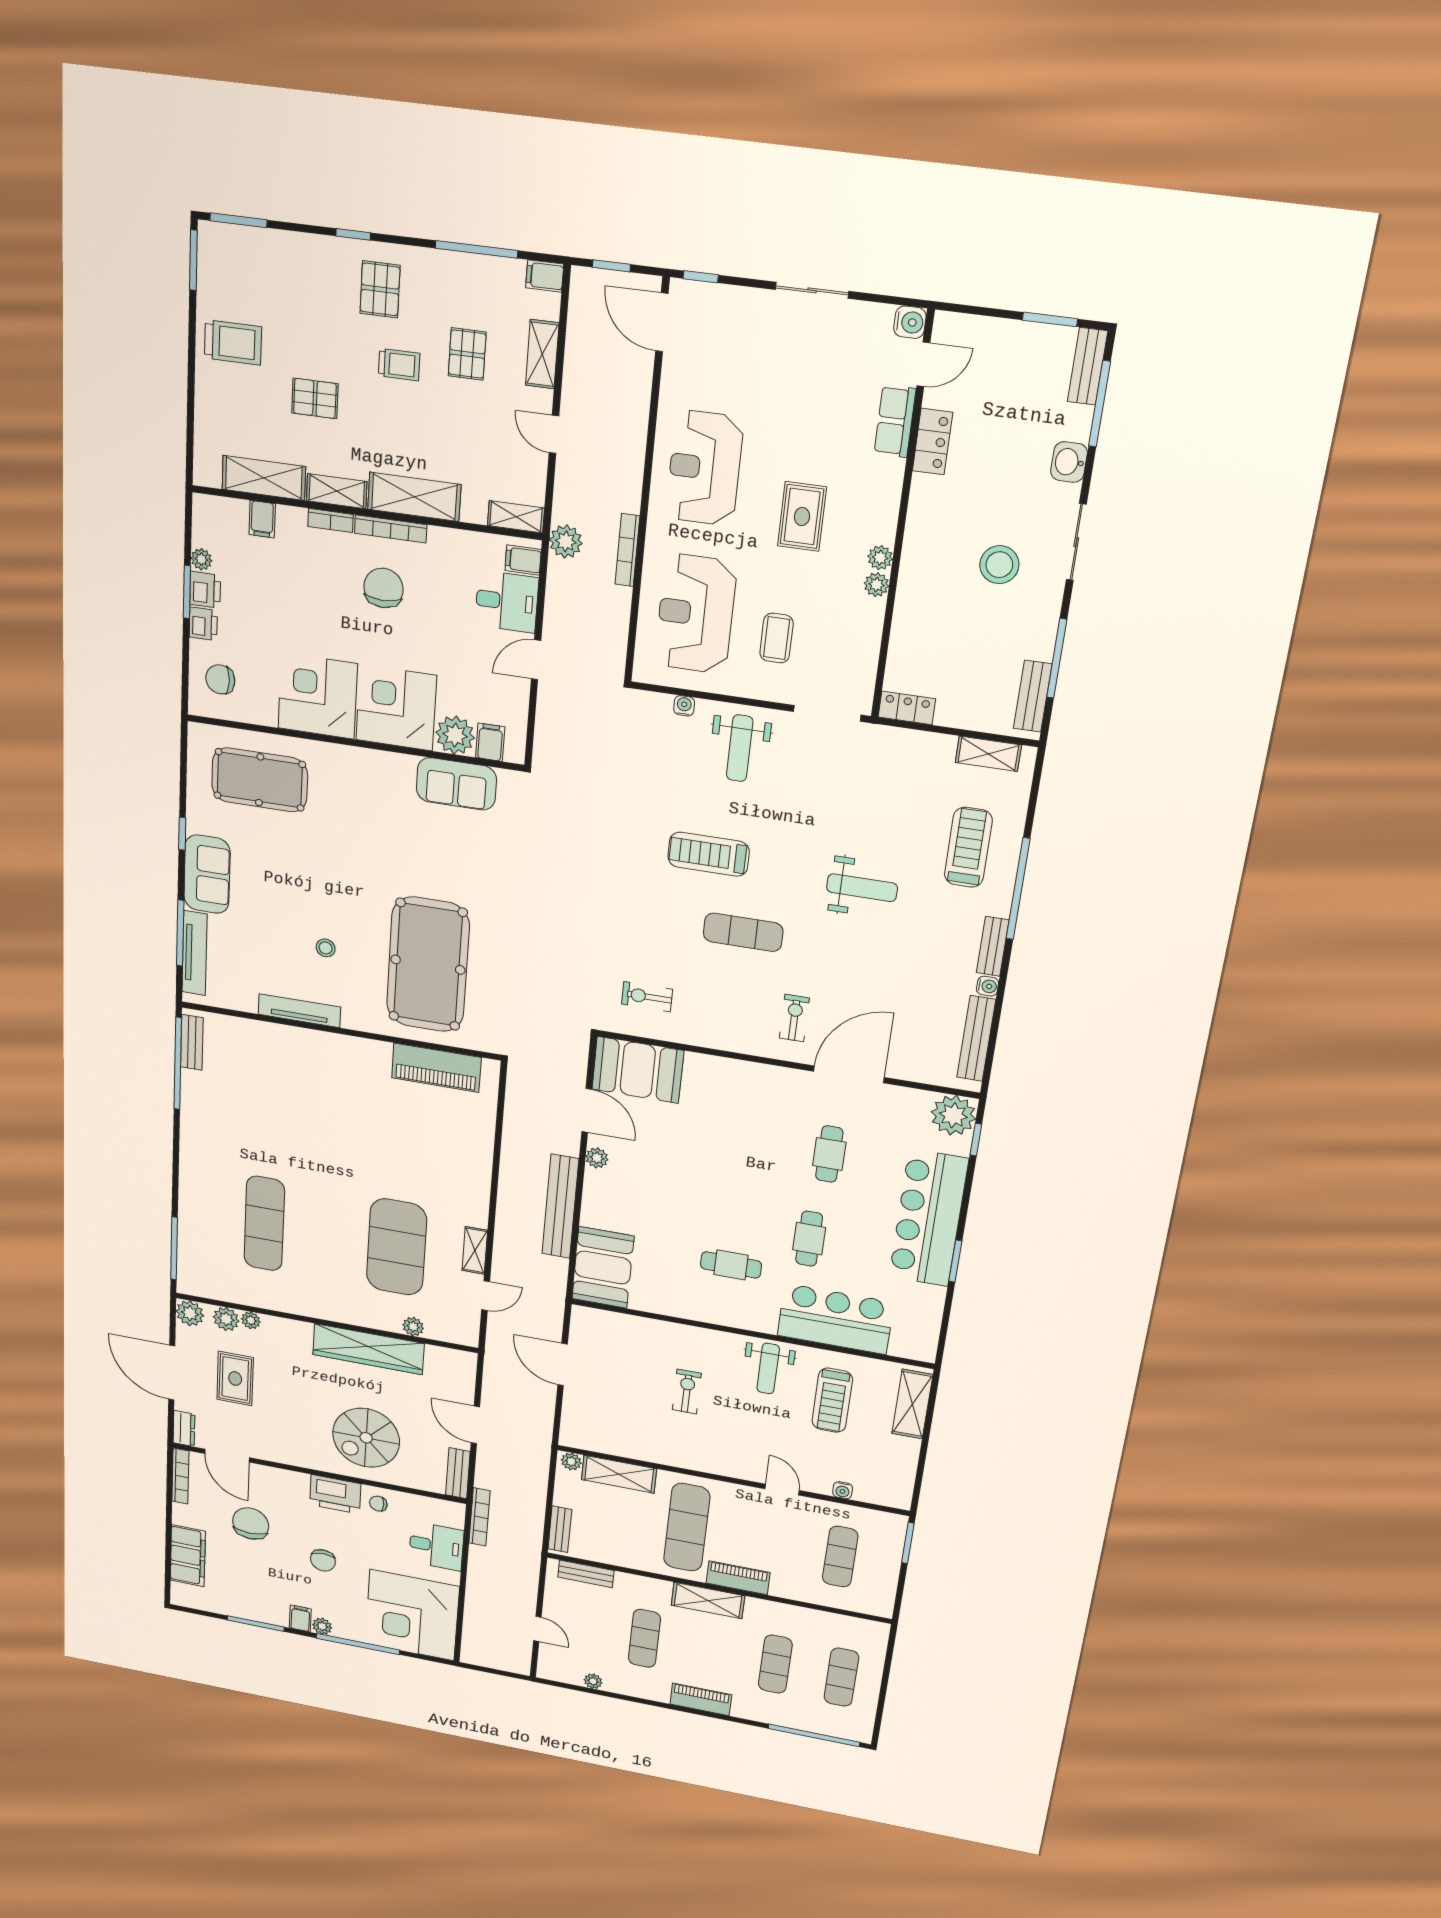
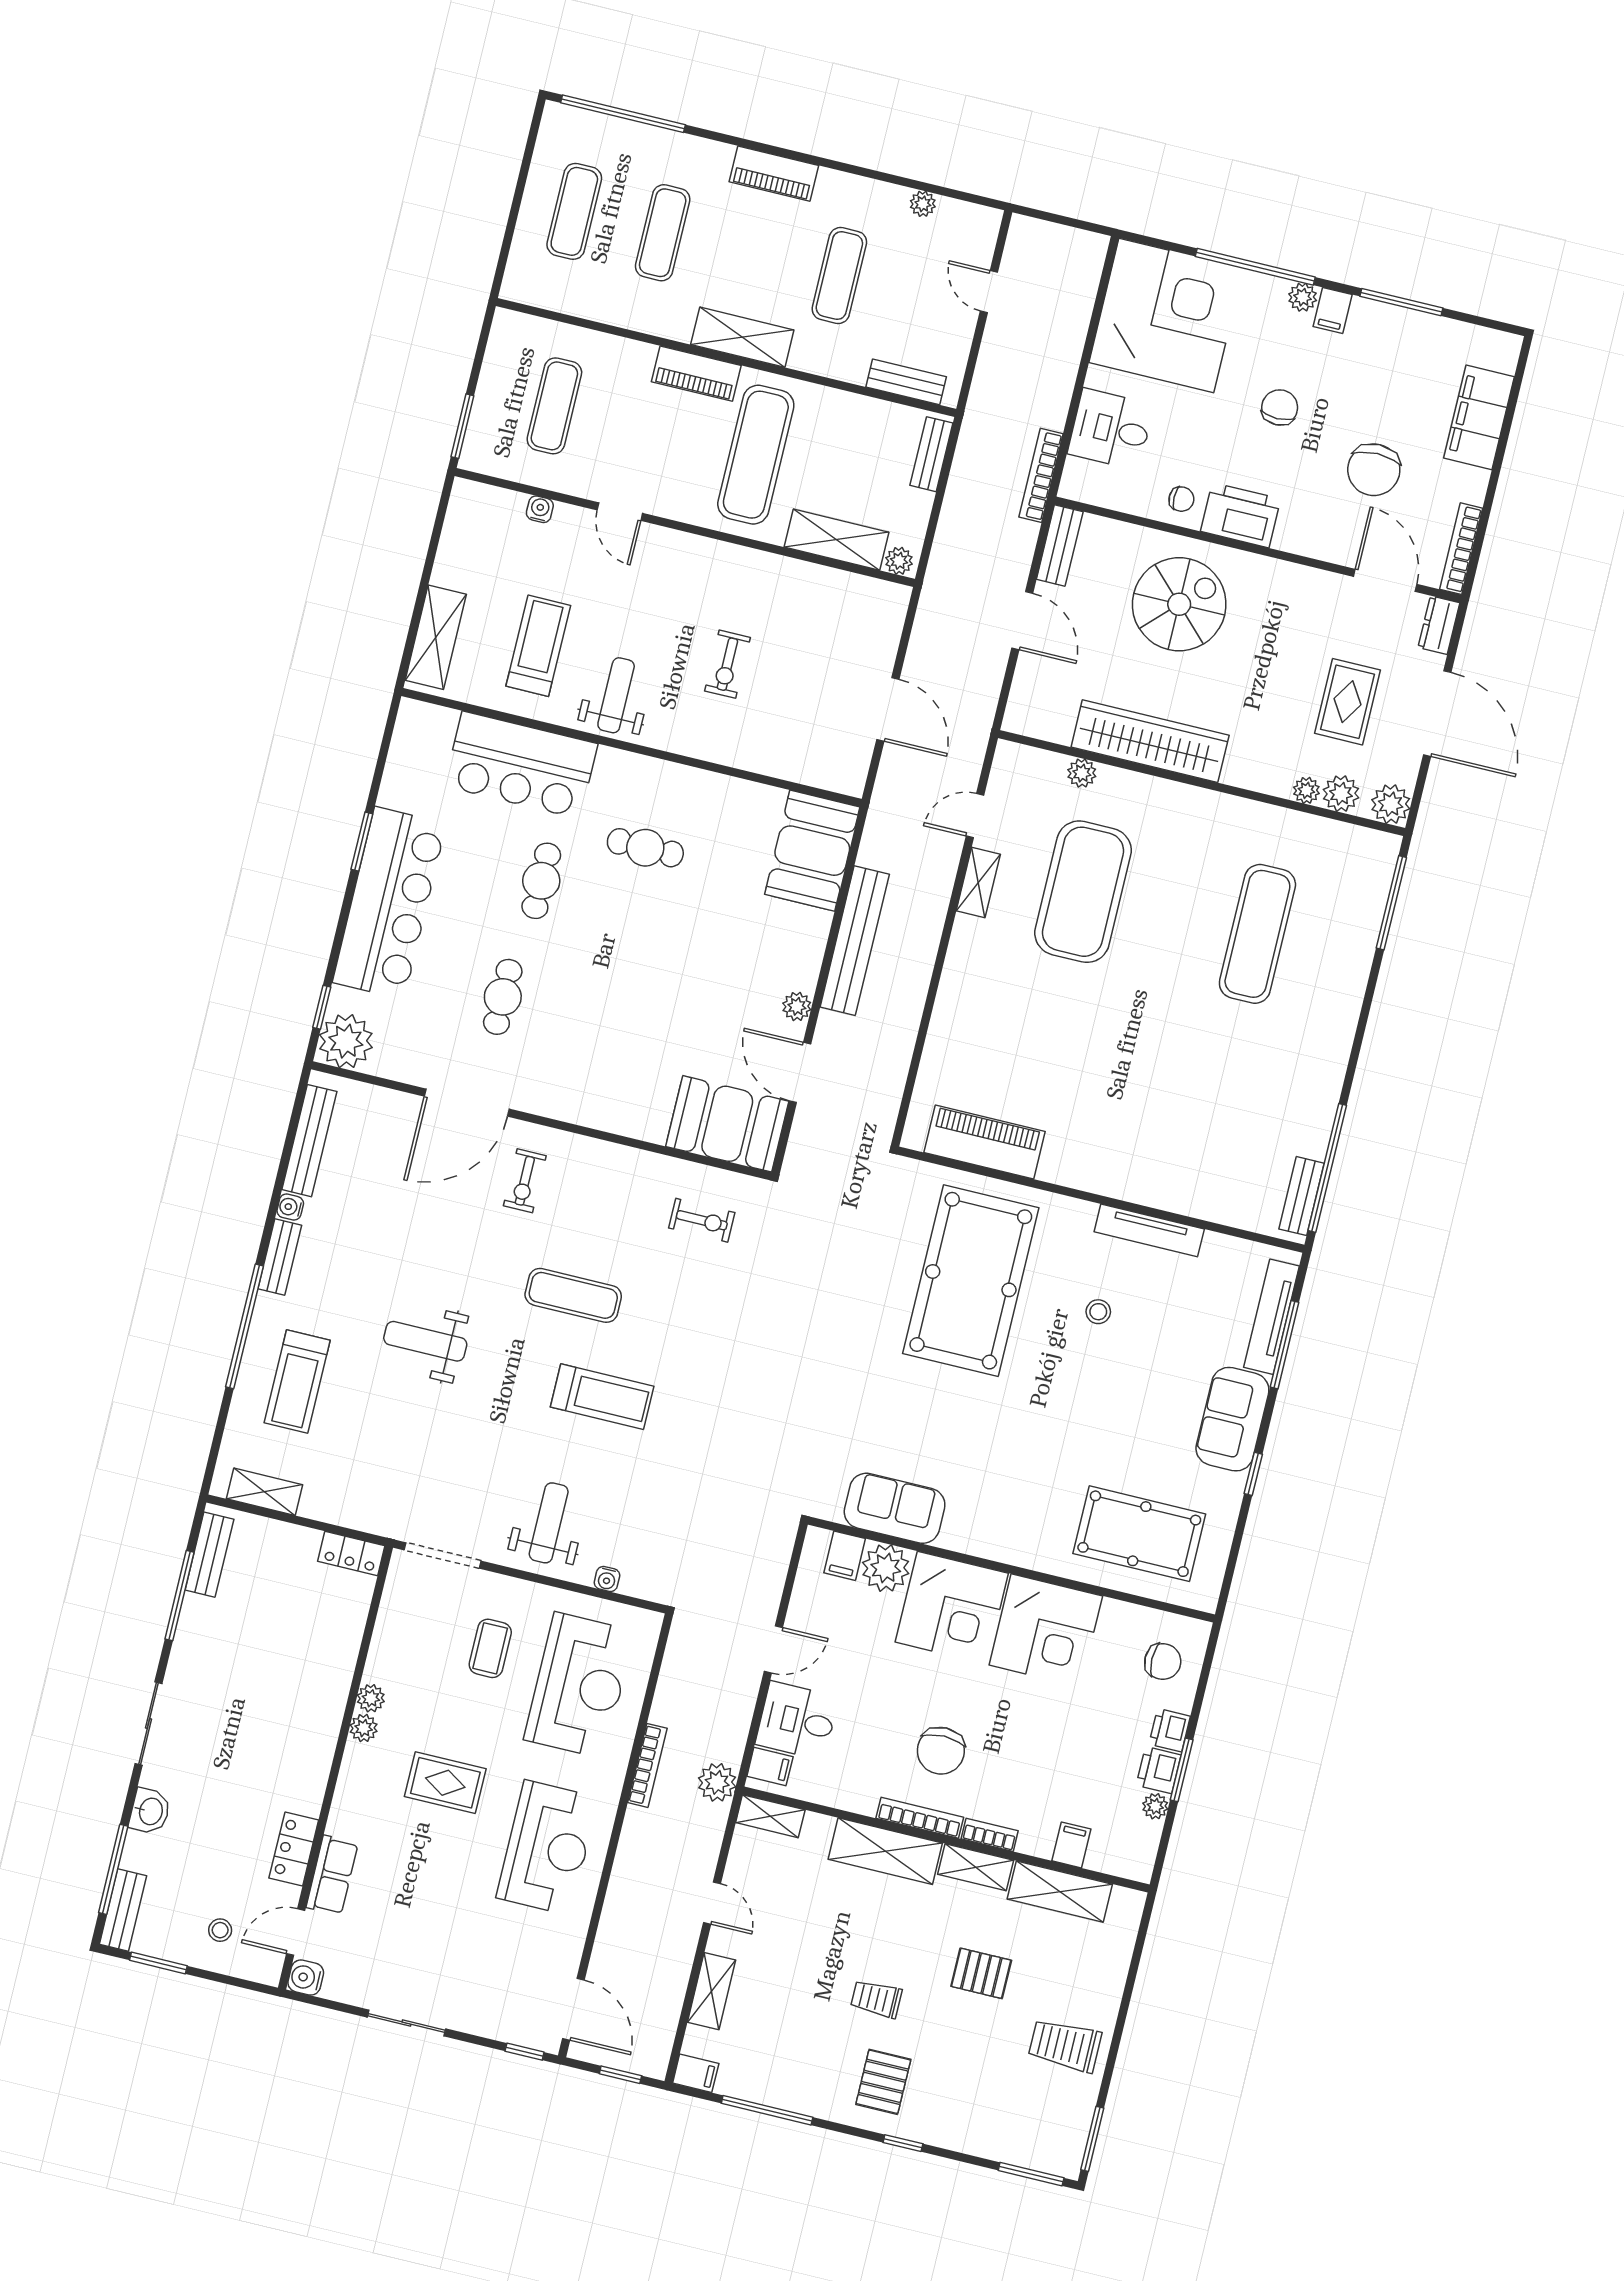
pallet: (467, 354) -> (796, 2001), removed
rug: (802, 517) -> (445, 1783), turned 90
stool: (999, 565) -> (220, 1930), moved, width x0.53, depth x0.53

